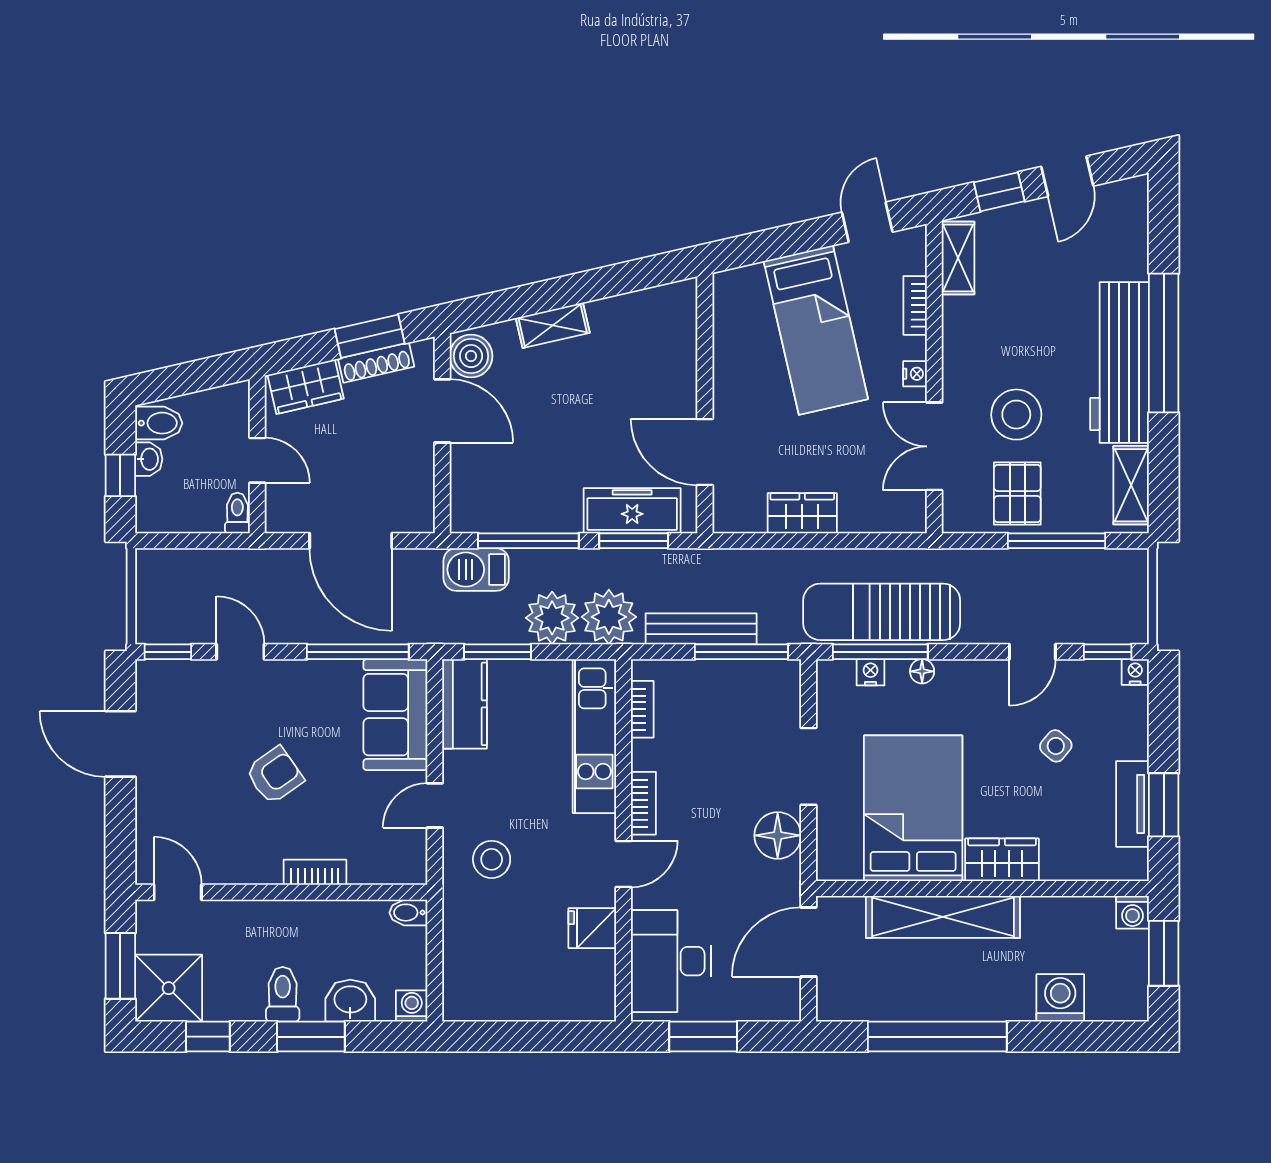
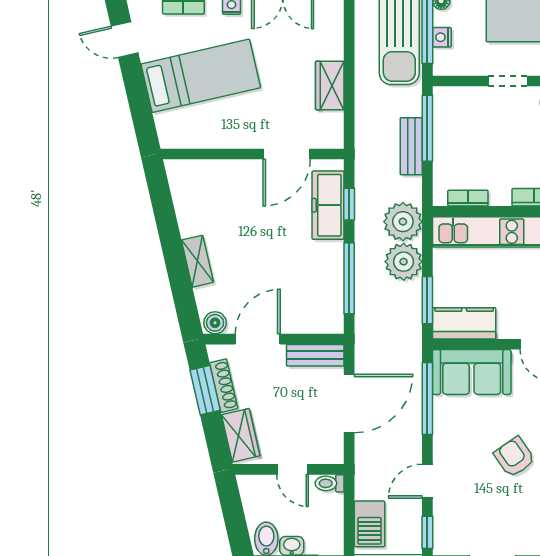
boiler: (471, 356) -> (215, 323), width x0.73, depth x0.73
door: (257, 460) -> (292, 469), swing flipped
bench: (419, 493) -> (315, 355), added
window: (634, 541) -> (349, 204), width x0.67
barbecue: (476, 570) -> (369, 524), moved
bench: (701, 629) -> (411, 146), width x0.73
doorway: (808, 766) -> (508, 81), width x0.73

